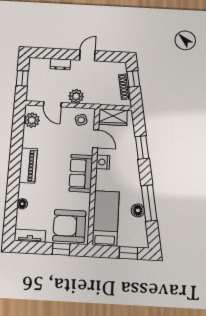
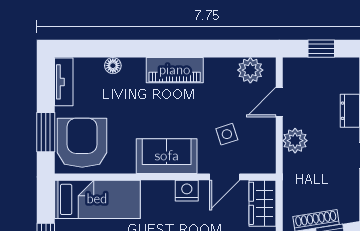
side table: (81, 120) -> (227, 134), moved
window: (61, 249) -> (46, 132), width x1.50

